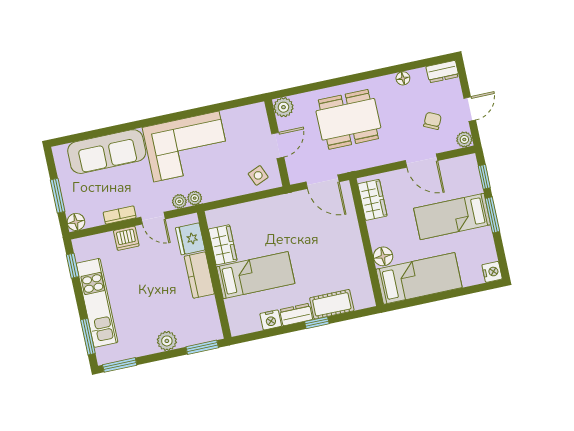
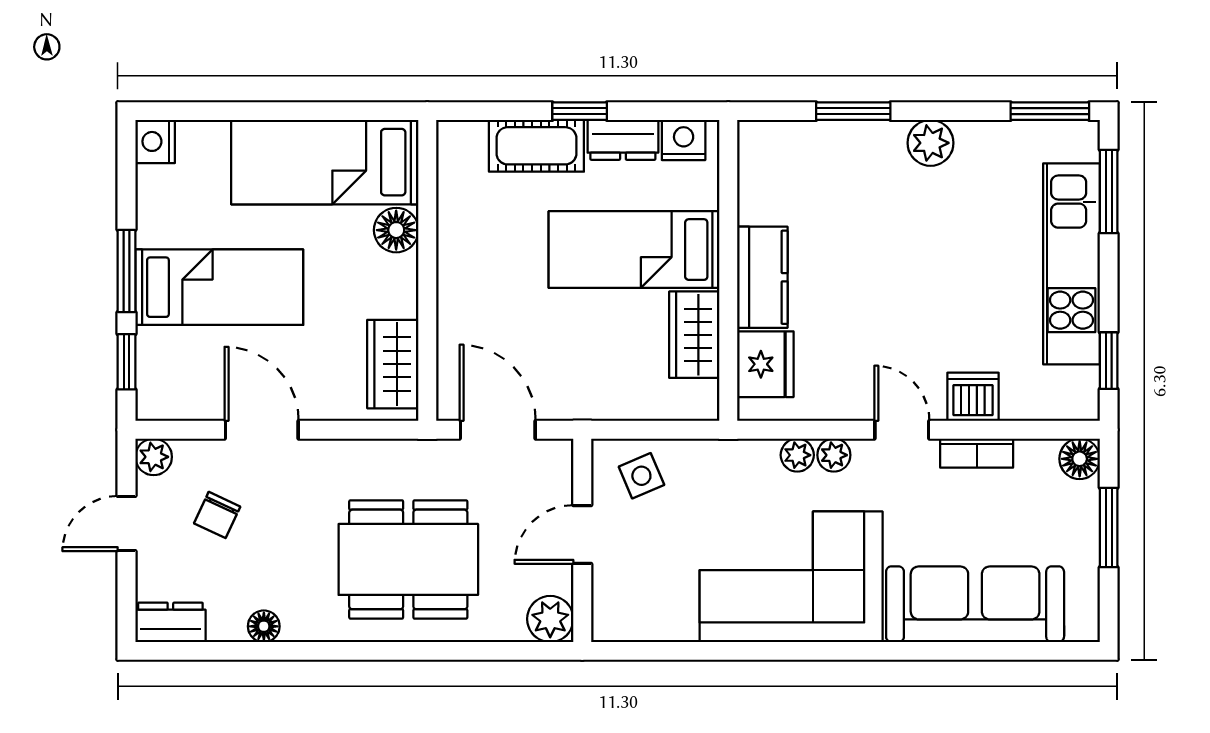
fridge: (190, 239) -> (765, 364), moved
wardrobe: (223, 245) -> (694, 335), moved
kitchen counter: (199, 275) -> (762, 277), moved
wall: (214, 275) -> (728, 270), moved
bed: (256, 275) -> (634, 250), moved

